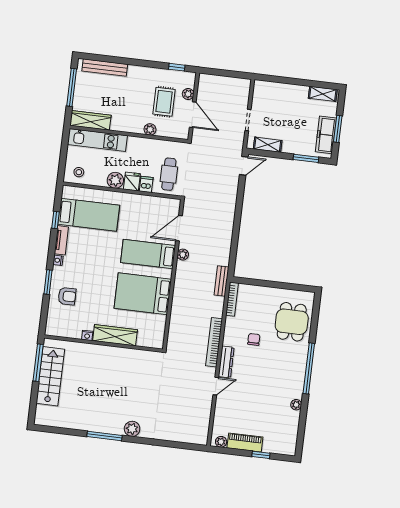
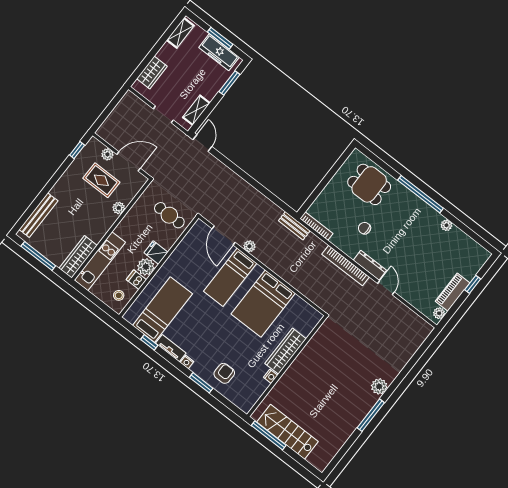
wardrobe: (277, 90) -> (152, 72), added
dishwasher: (146, 184) -> (136, 280), moved

